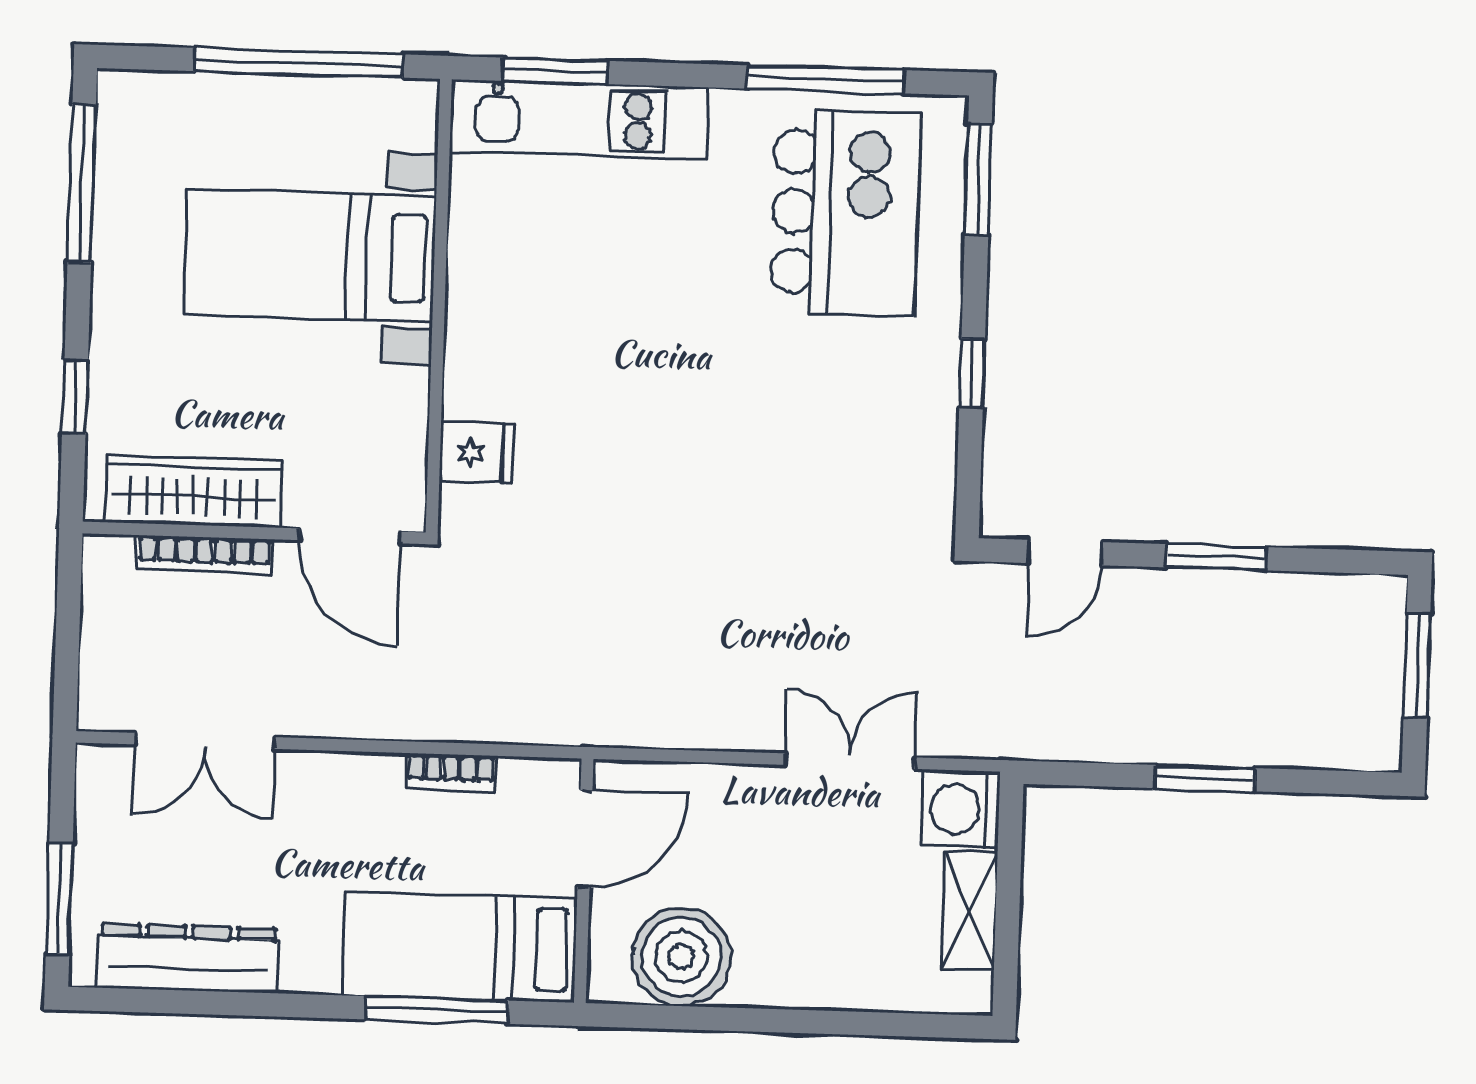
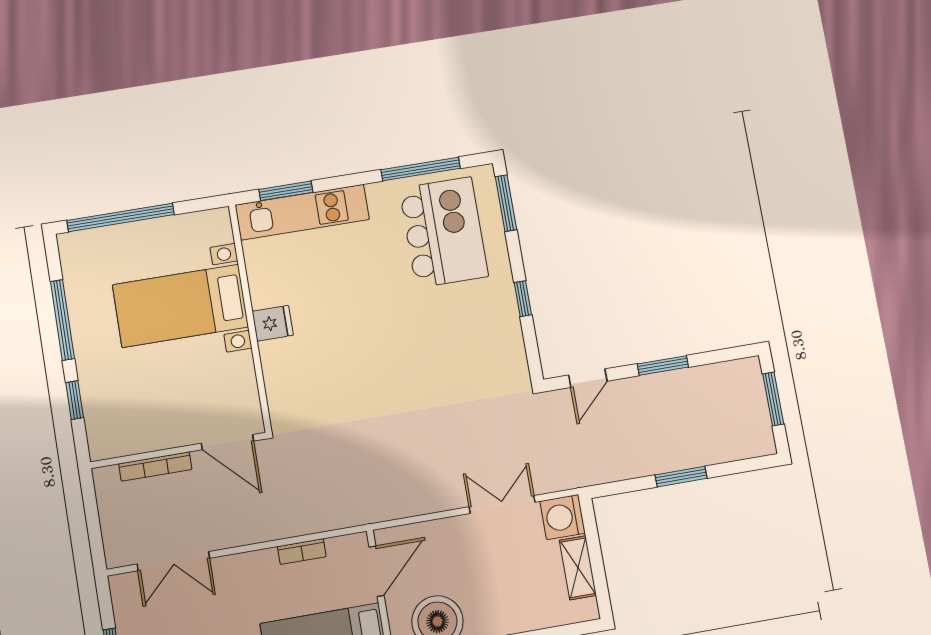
window: (298, 63) -> (121, 218), moved
window: (82, 183) -> (62, 320), moved
fridge: (476, 453) -> (273, 323), moved
wardrobe: (194, 491) -> (144, 436), removed

